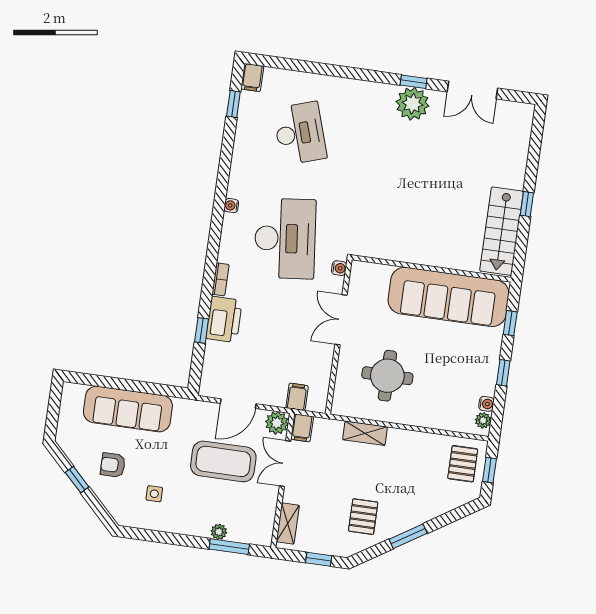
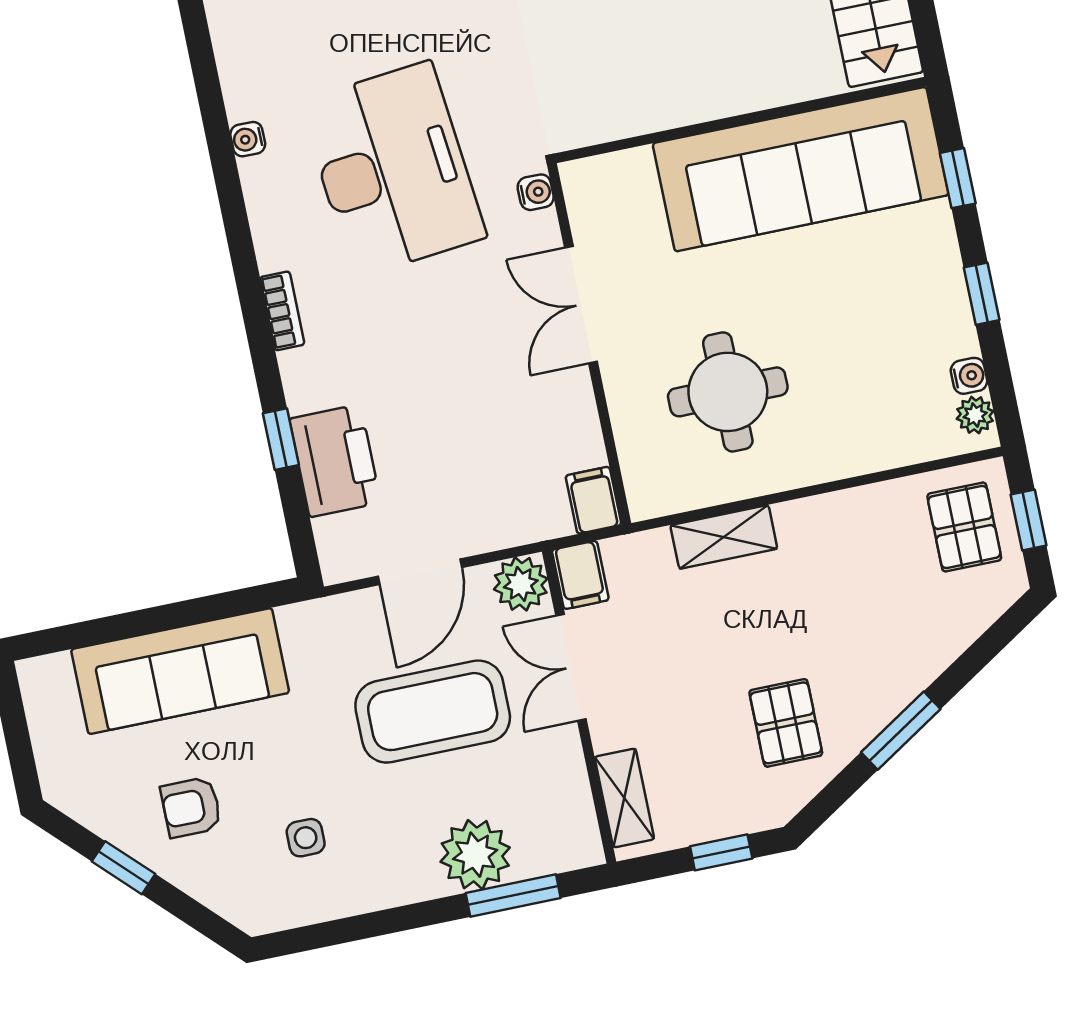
printer: (224, 319) -> (335, 461), moved
filing cabinet: (297, 397) -> (593, 500), moved
plant: (219, 532) -> (475, 855), width x1.88, depth x1.88

